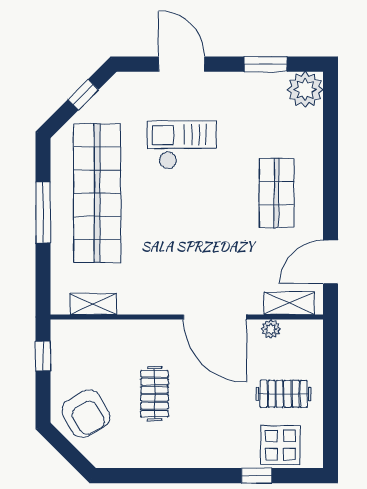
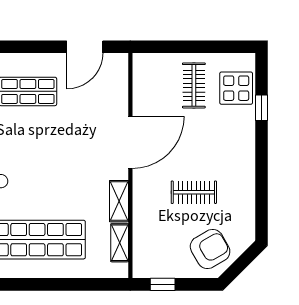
window: (43, 212) -> (44, 284), removed
door: (331, 262) -> (85, 47), hinge flipped
shelving: (289, 303) -> (119, 201), moved
plant: (271, 329) -> (140, 96), removed

